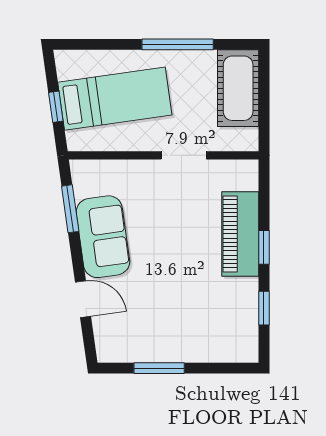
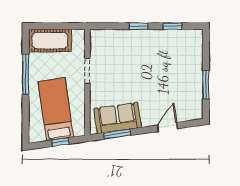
piano: (240, 234) -> (131, 39), removed
sofa: (103, 237) -> (117, 118), moved

